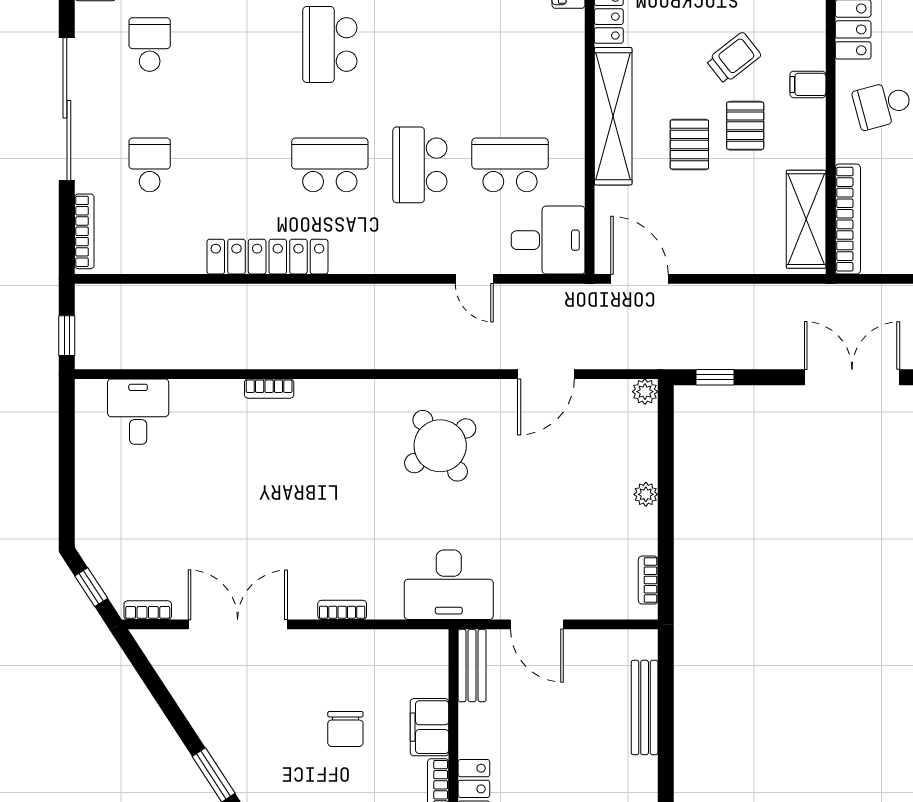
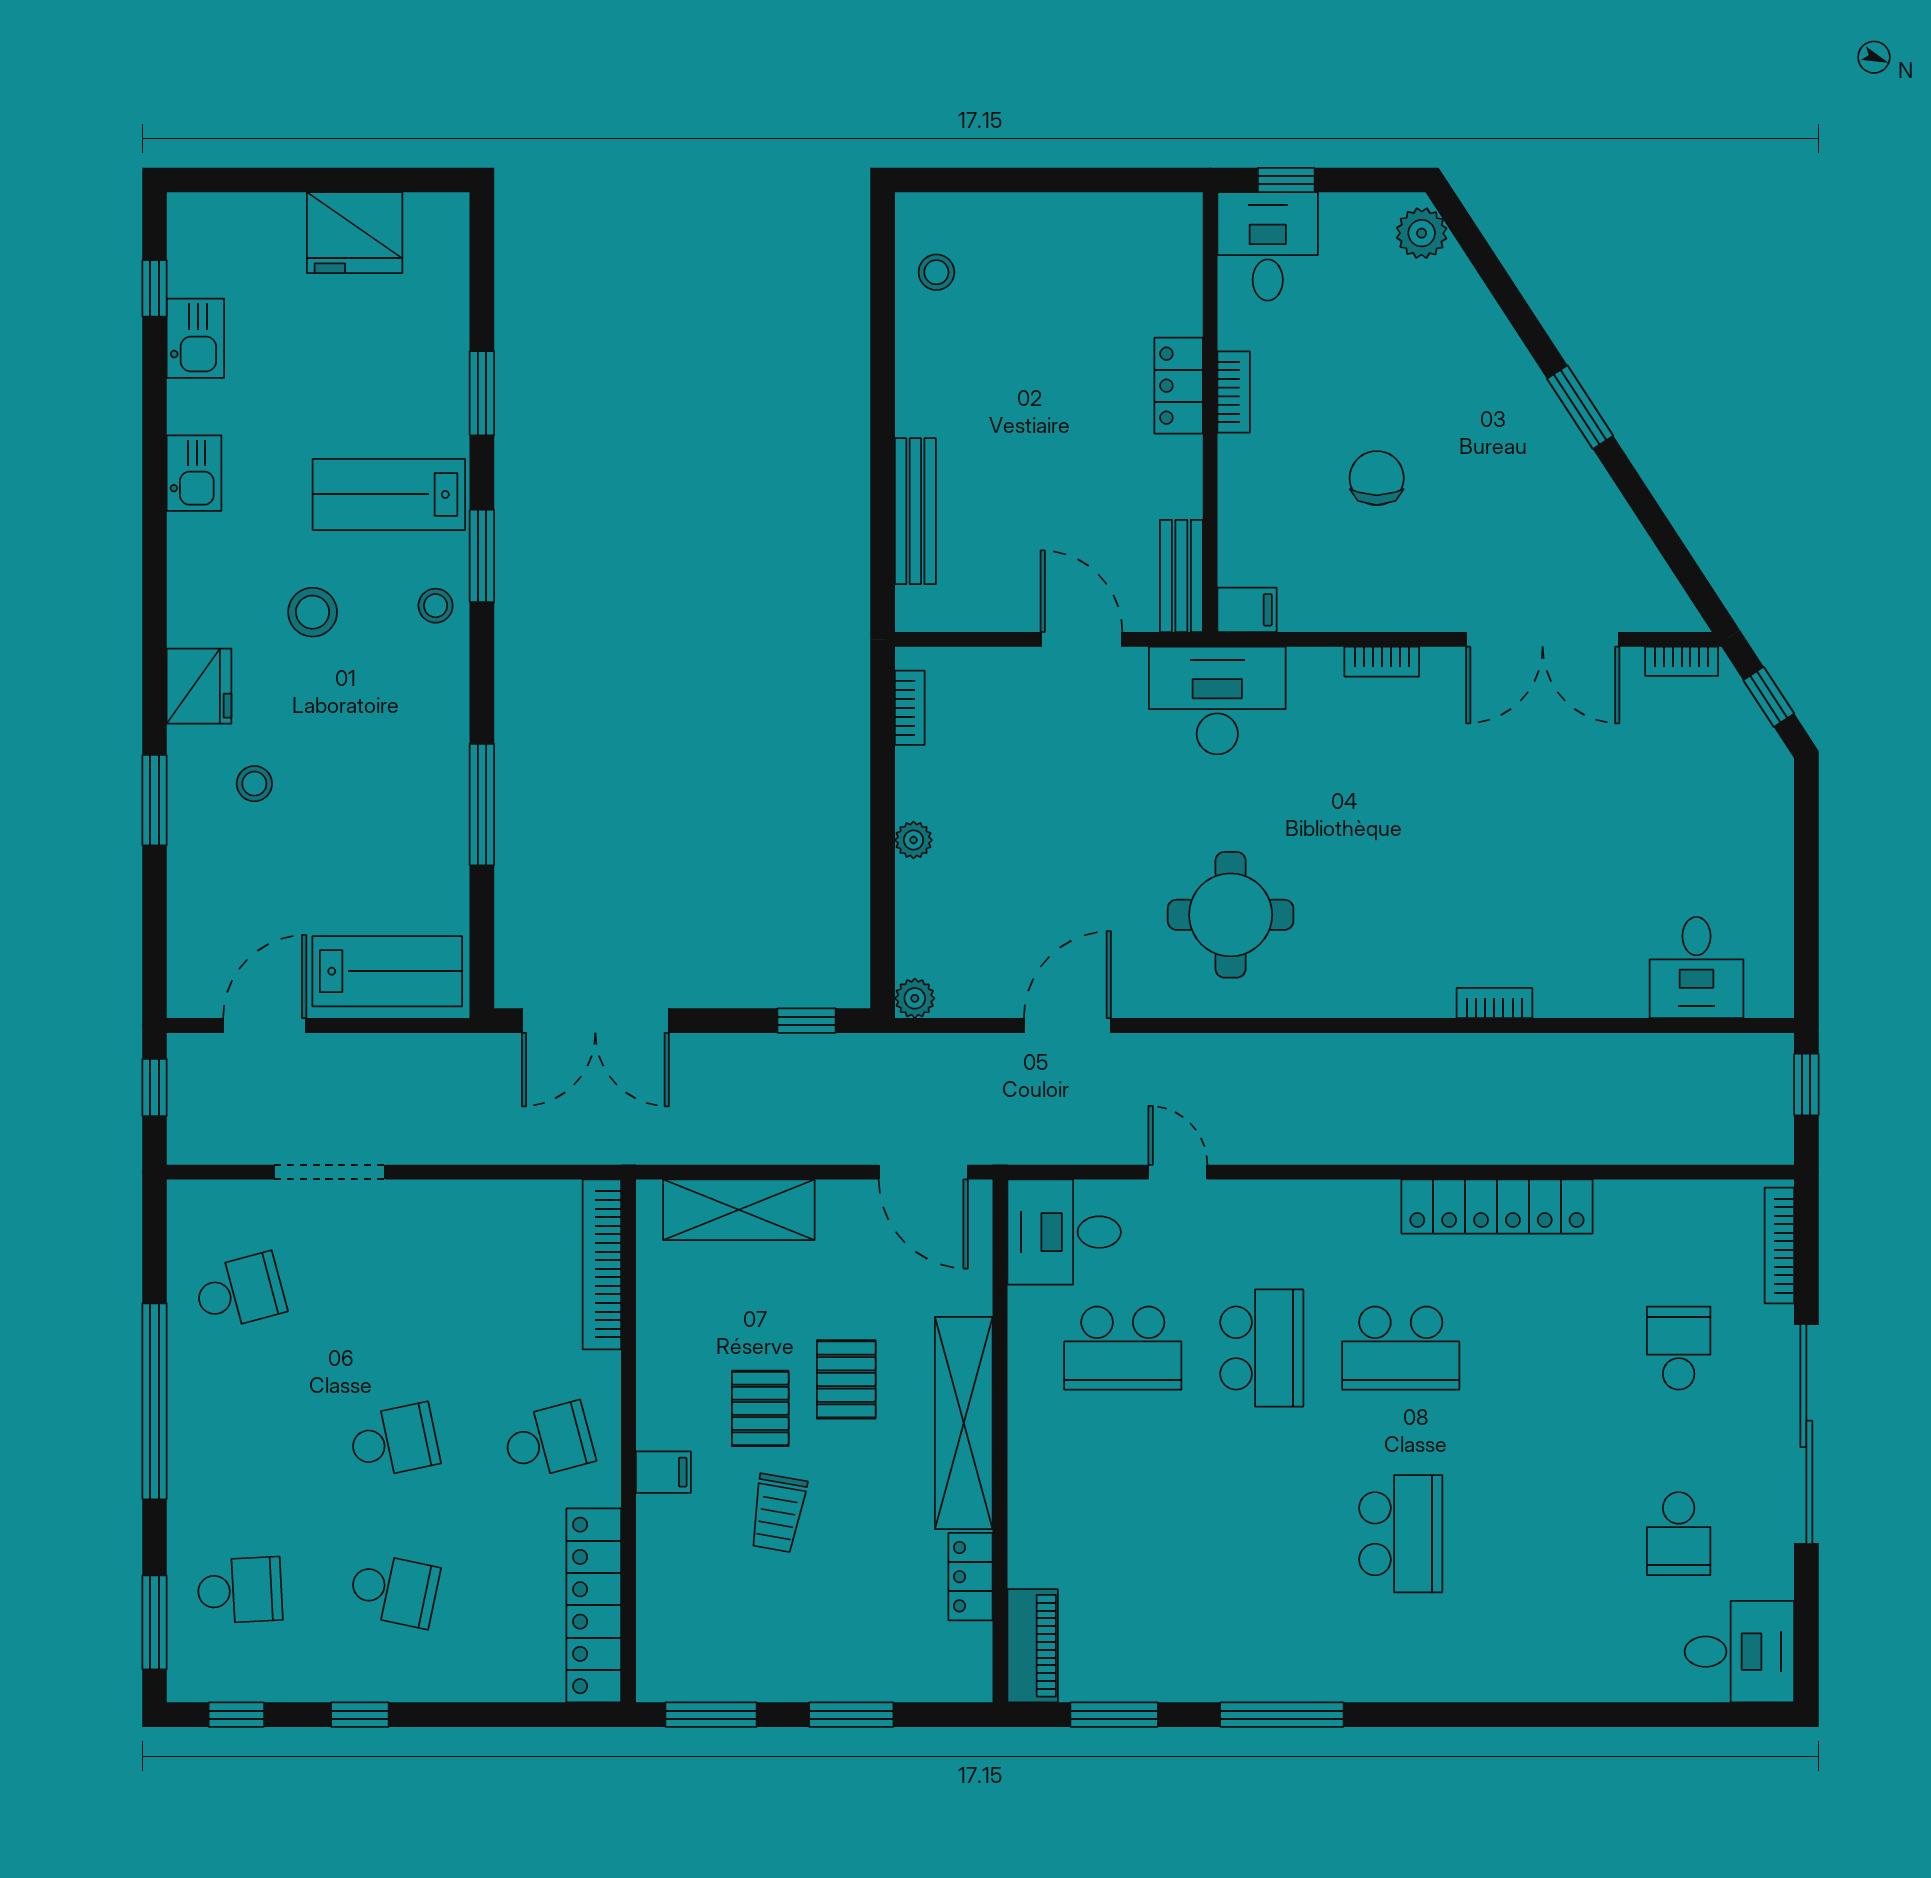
trolley: (734, 58) -> (778, 1513), turned -42
school desk: (150, 165) -> (1679, 1348), turned 180
shelving: (806, 219) -> (739, 1210), moved, turned 90
round table: (440, 446) -> (1231, 915), turned 34
filing cabinet: (429, 727) -> (1247, 610), moved, width x0.50

